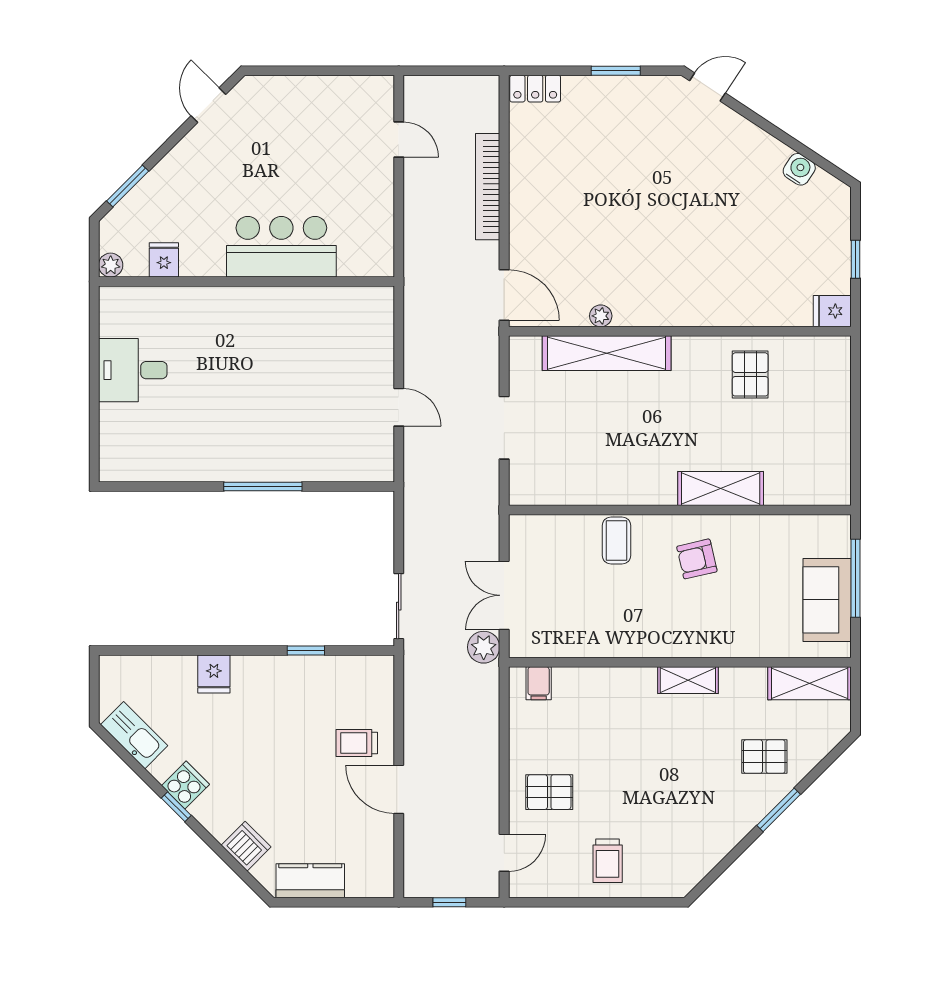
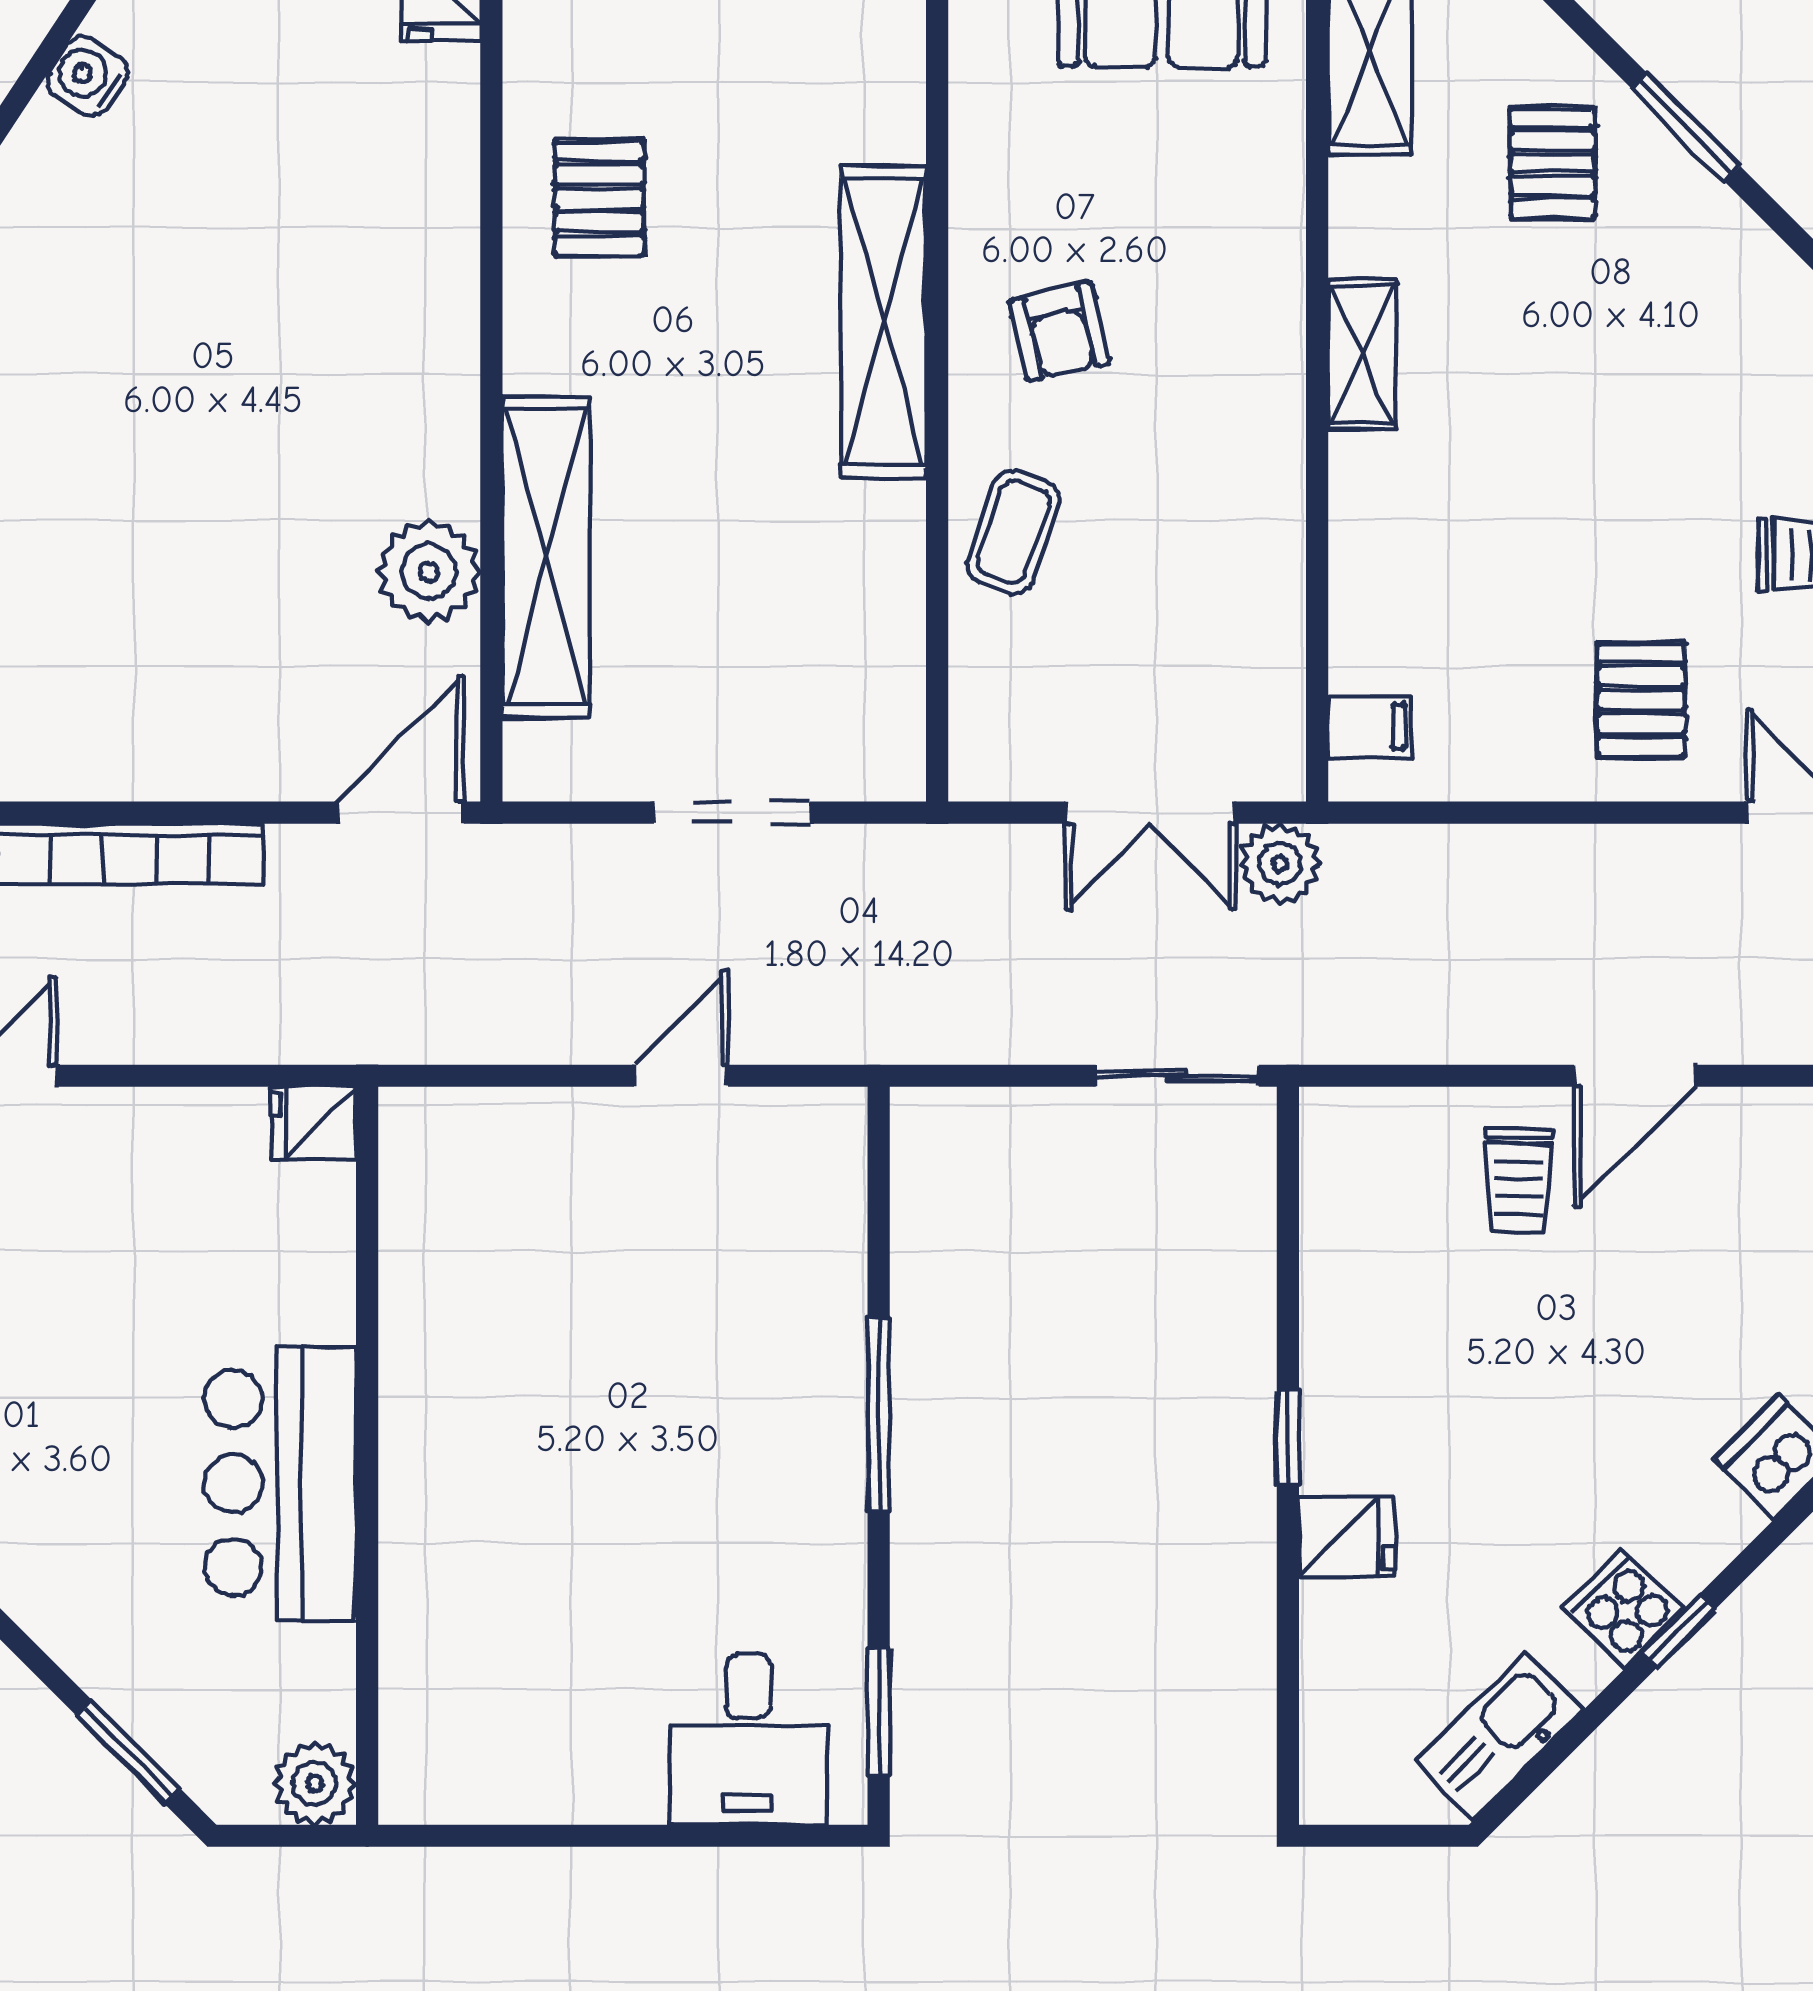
bar counter: (281, 247) -> (280, 1483), moved
fridge: (164, 260) -> (313, 1123), moved
plant: (111, 265) -> (315, 1783), width x1.38, depth x1.38
plant: (601, 316) -> (429, 572), width x1.87, depth x1.87
desk: (133, 370) -> (748, 1740), moved
pallet: (750, 374) -> (599, 198), turned 90
window: (144, 486) -> (879, 1712), added
shelving: (721, 488) -> (884, 322), width x1.47
coffee table: (617, 541) -> (1013, 532), turned -71
window: (306, 650) -> (1288, 1438), moved

